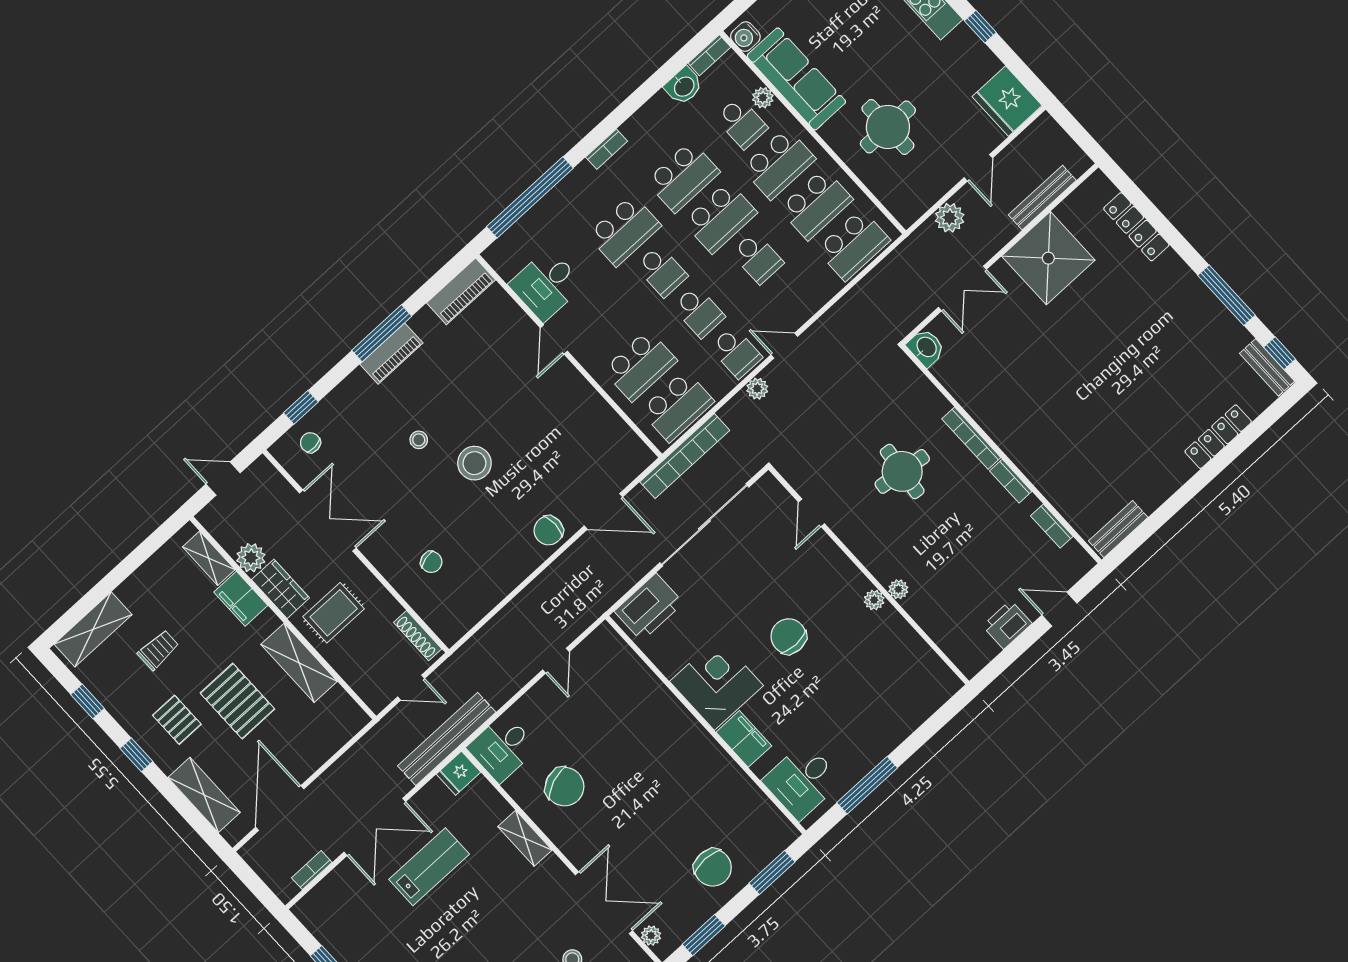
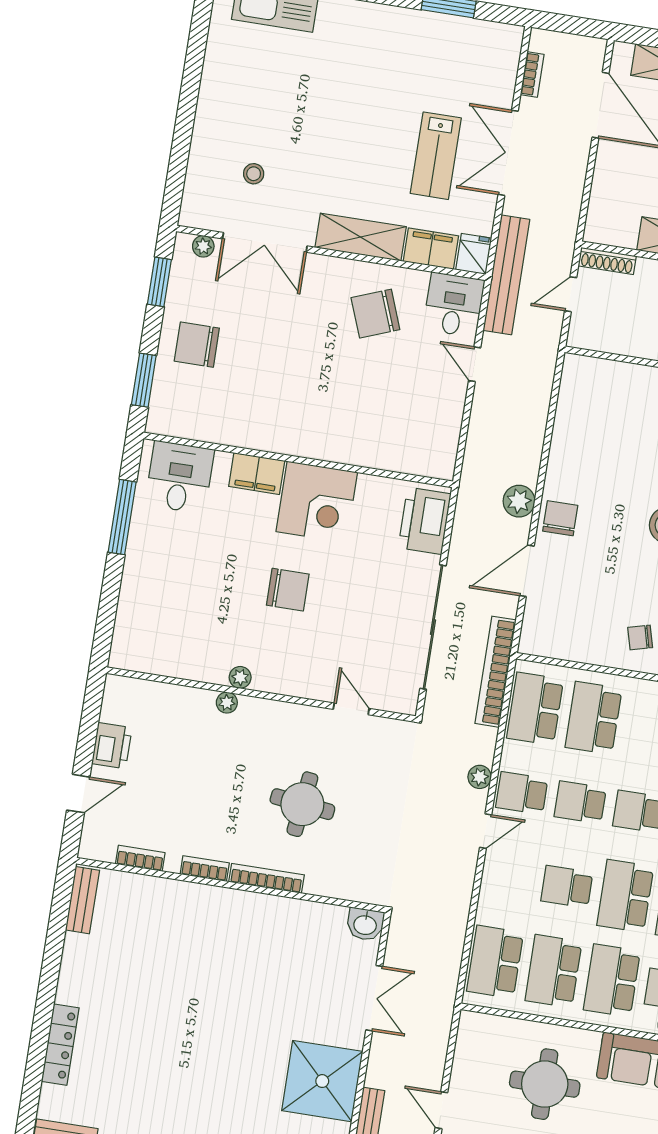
plant: (950, 218) -> (519, 501), moved
double door: (962, 288) -> (374, 998), swing flipped
chair: (431, 562) -> (640, 637), moved
shoe rack: (418, 636) -> (607, 261), moved, turned 180
door: (556, 661) -> (475, 364), moved
filing cabinet: (487, 802) -> (431, 249), added
shelving: (525, 838) -> (361, 237), width x1.50, depth x1.33

